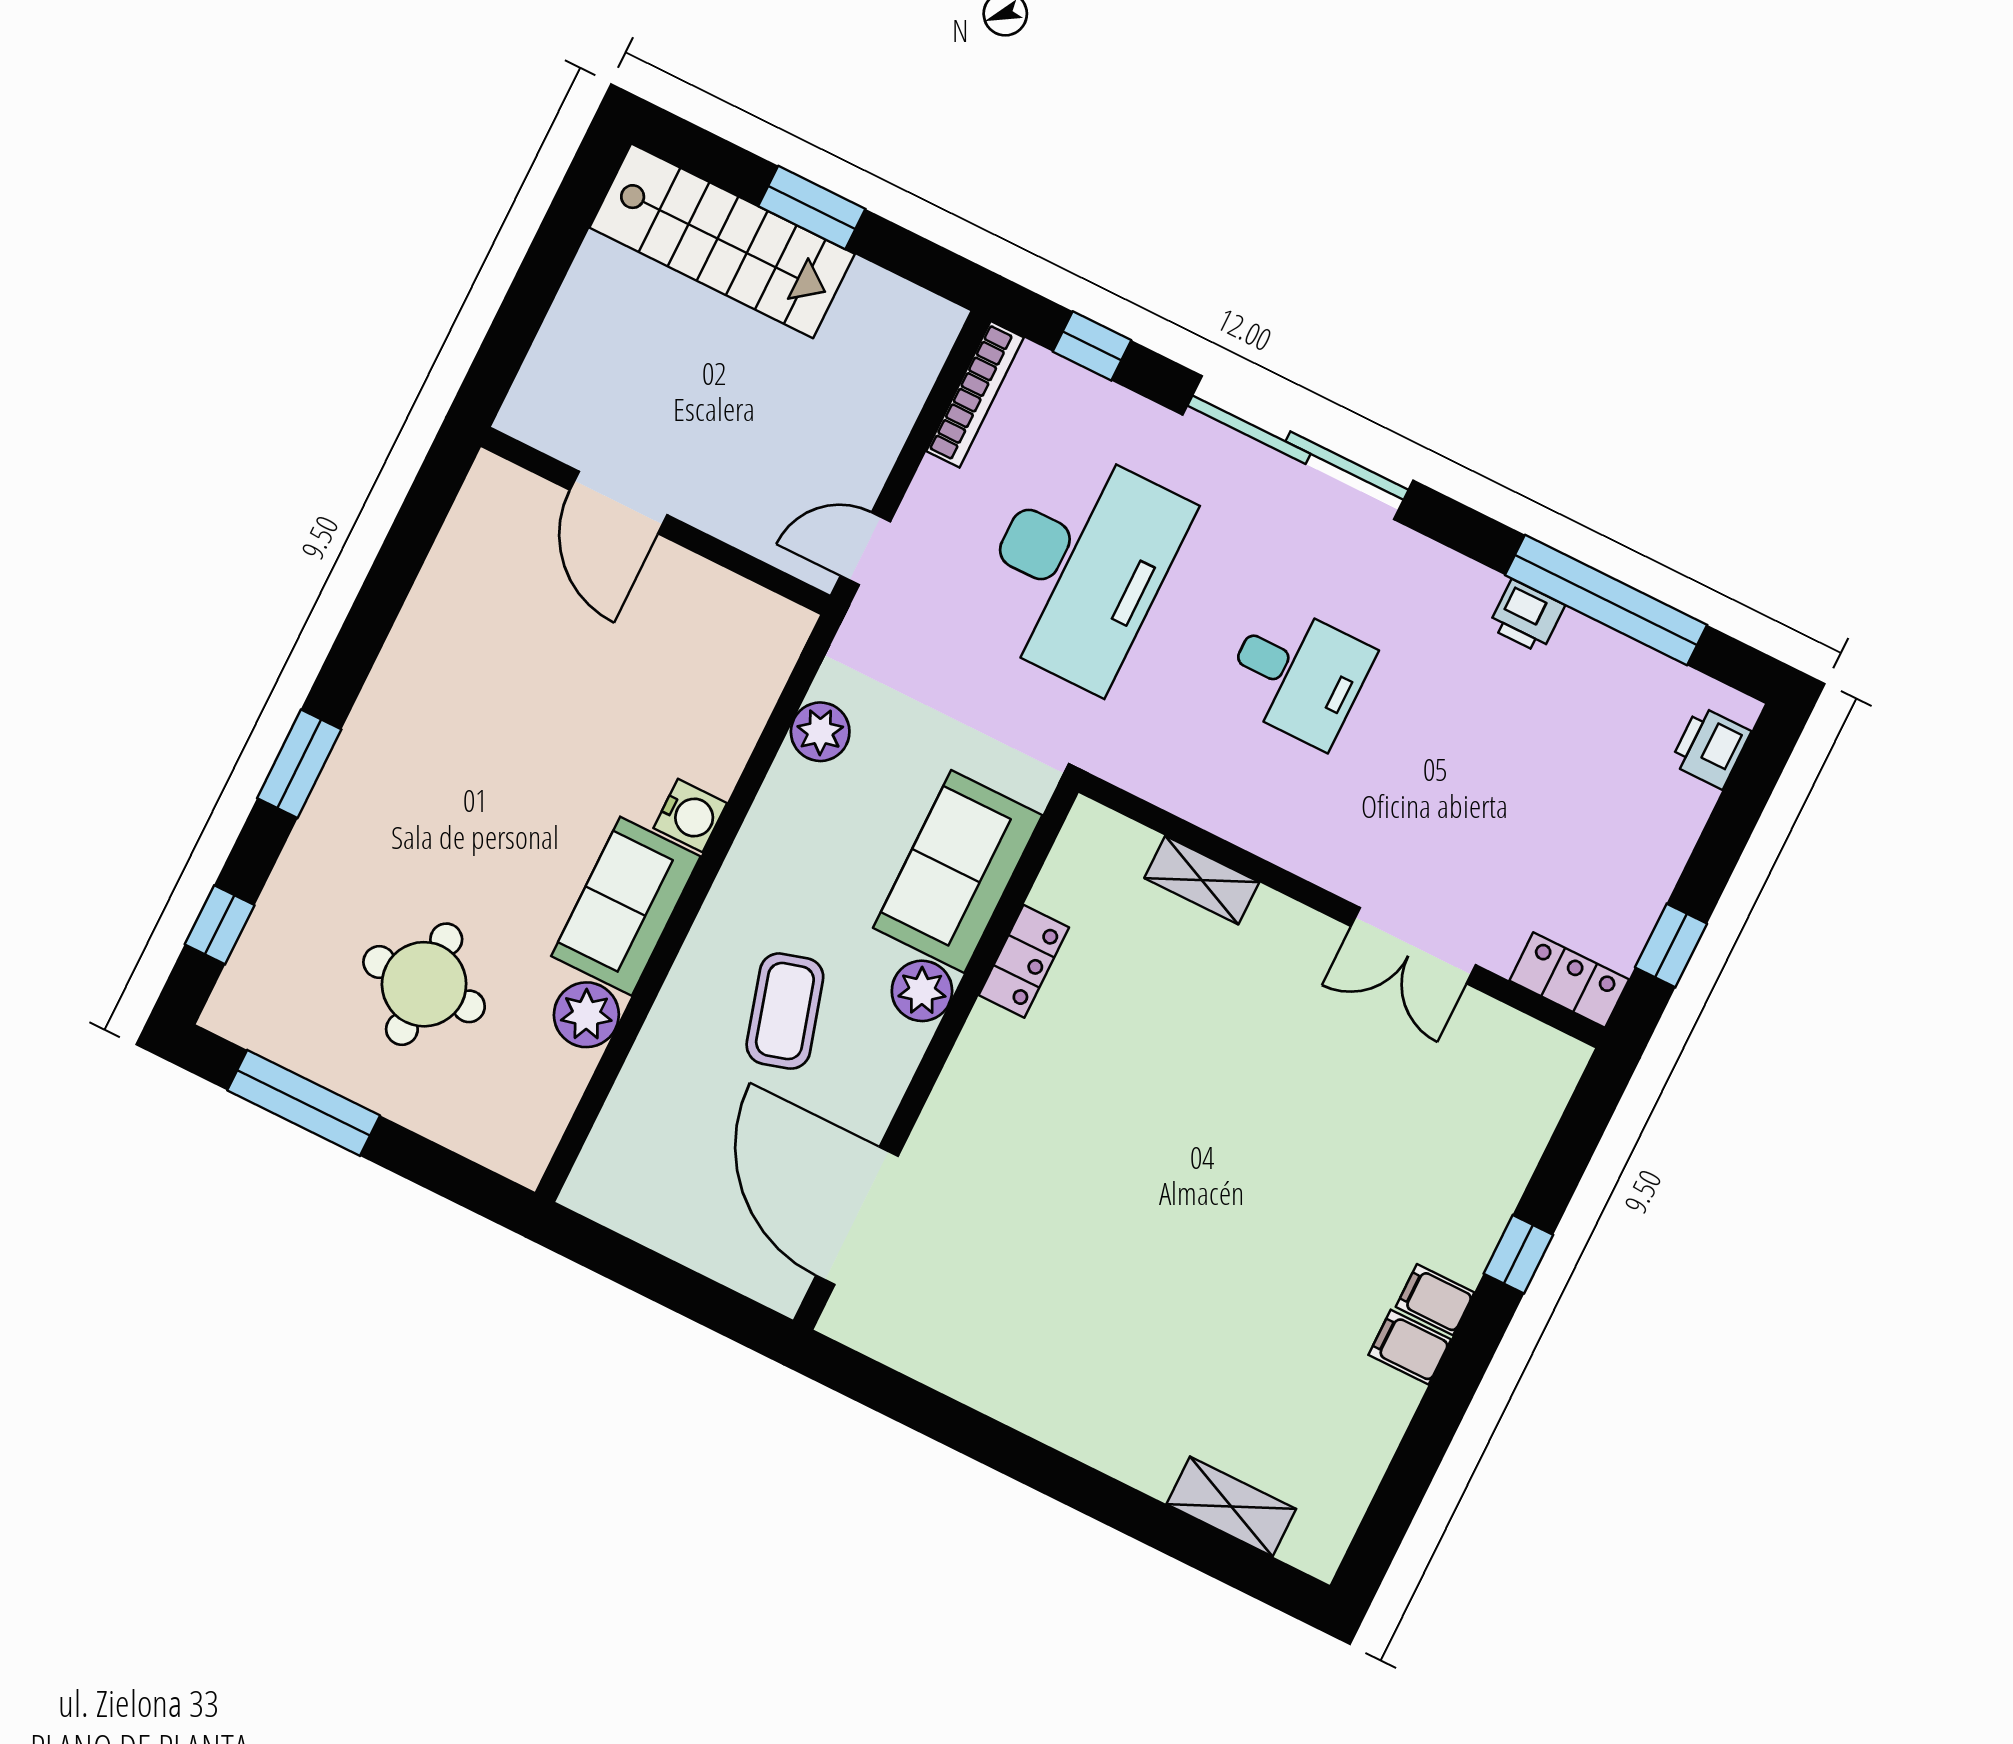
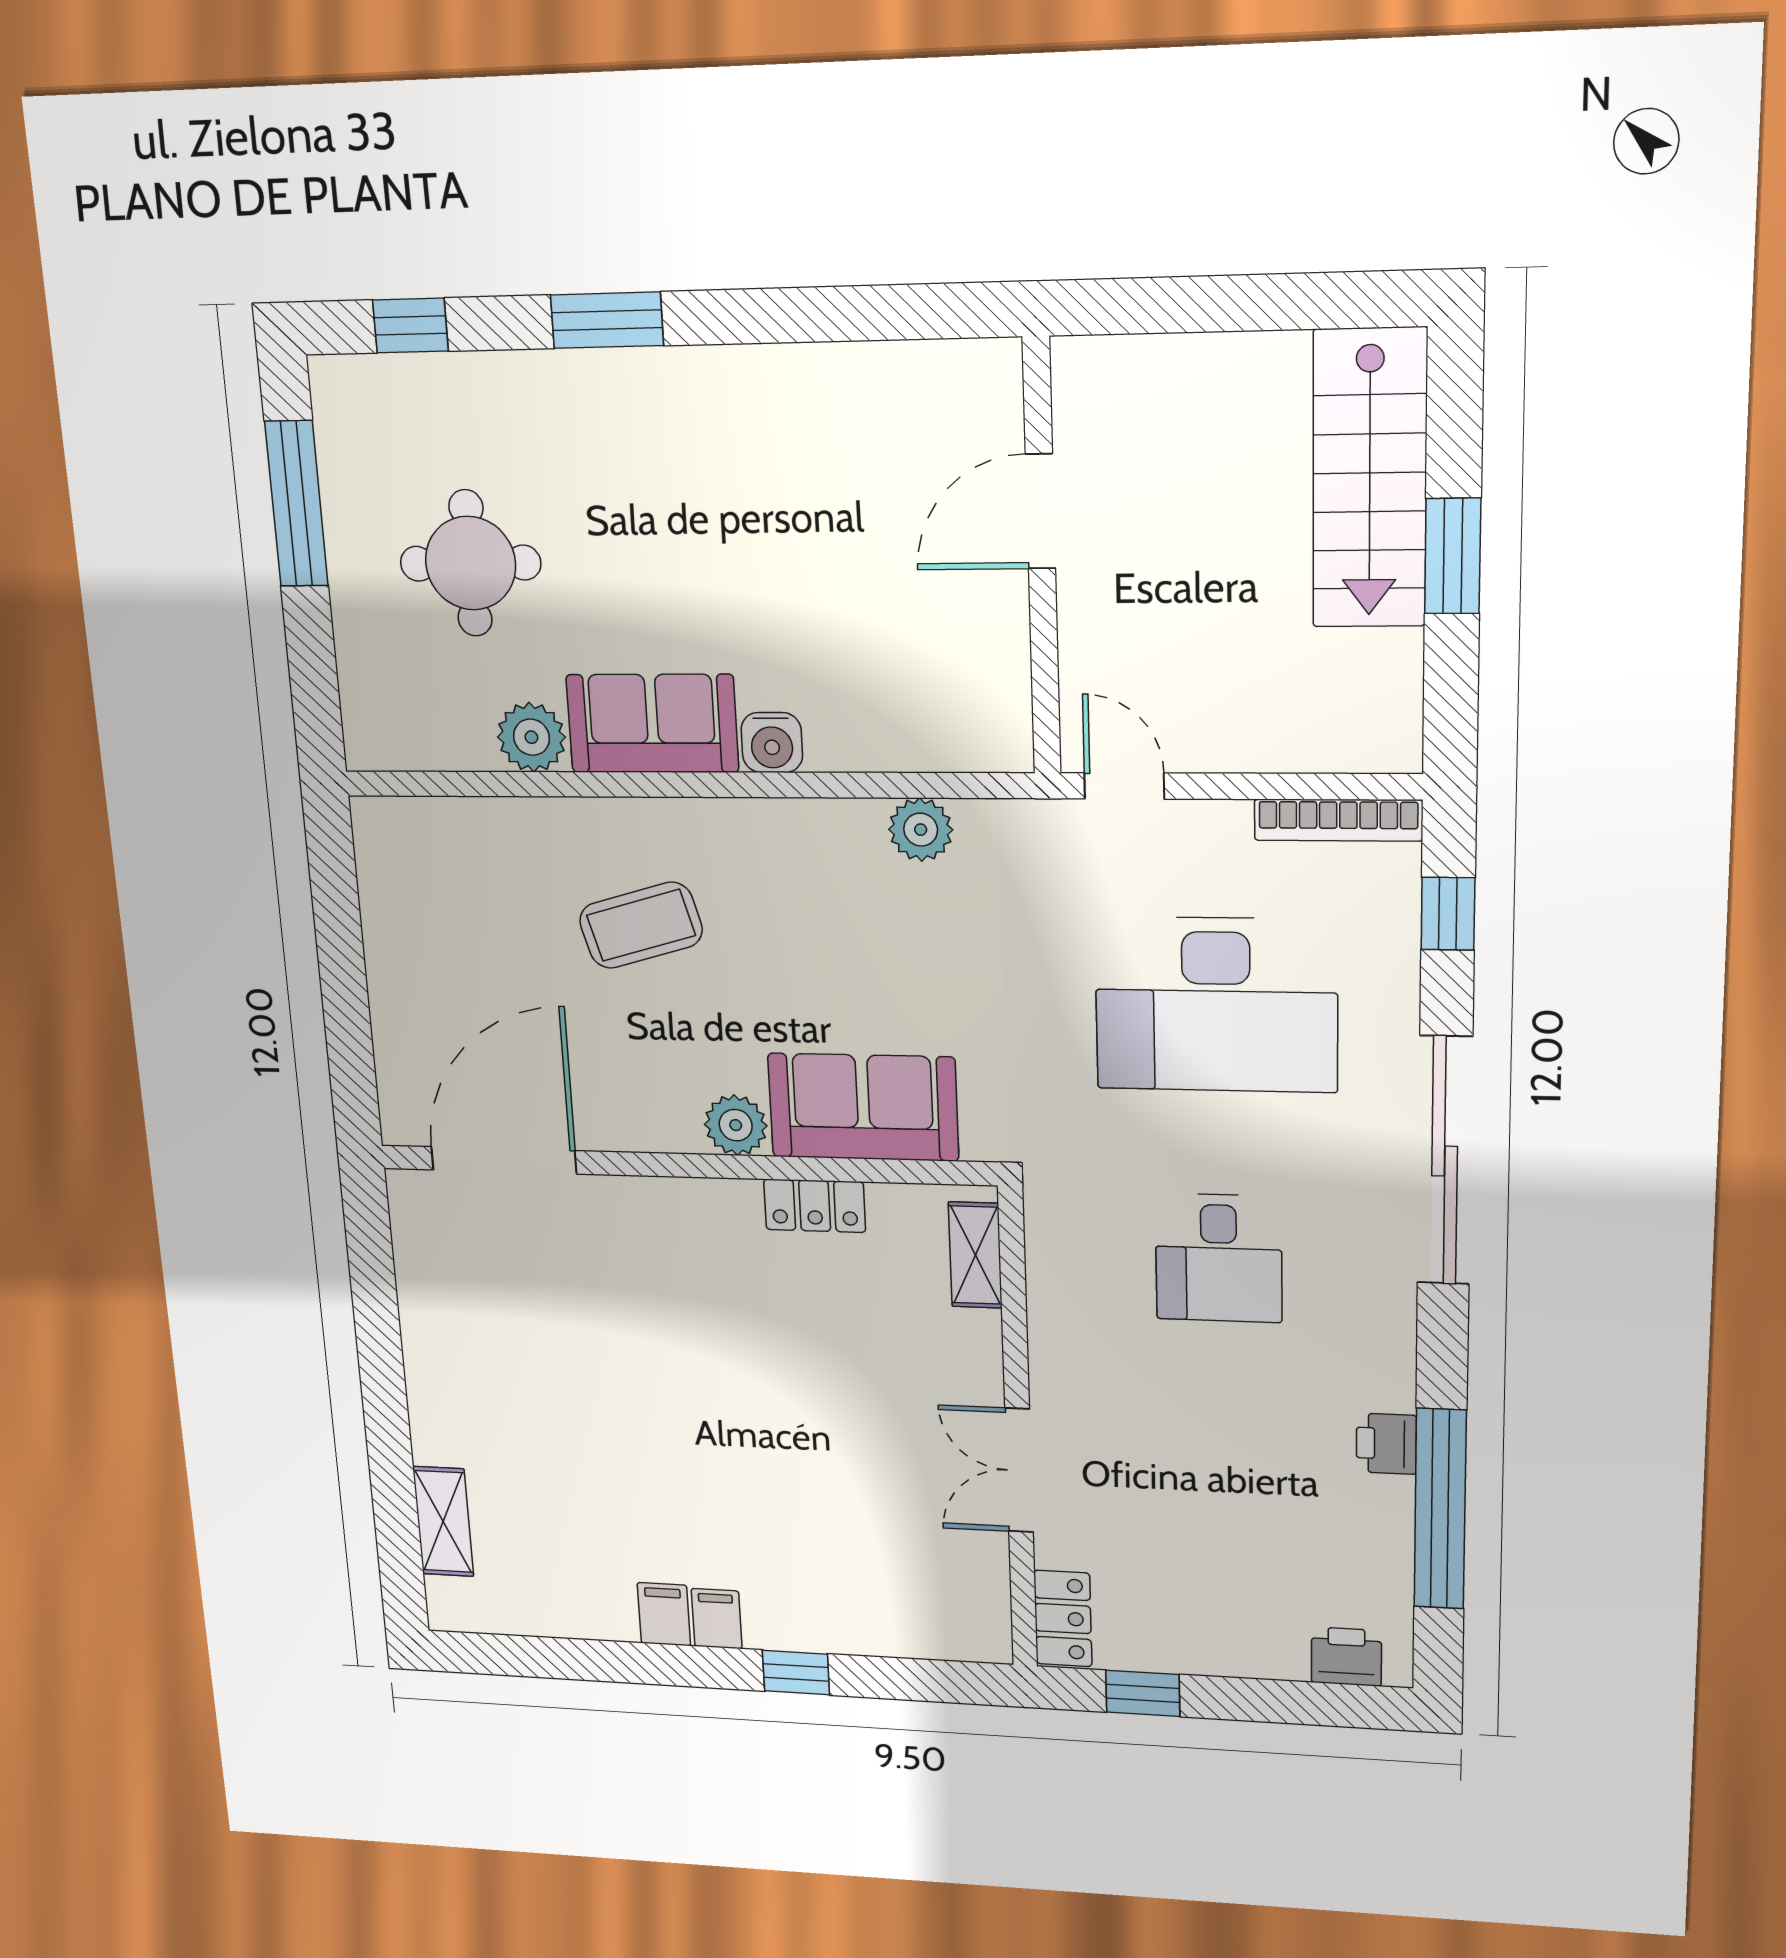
sofa: (958, 872) -> (863, 1107), moved
locker: (1024, 961) -> (815, 1206), moved
plant: (922, 991) -> (736, 1125), moved
wall: (936, 1056) -> (684, 1165), moved
door: (857, 1216) -> (504, 1160), moved

